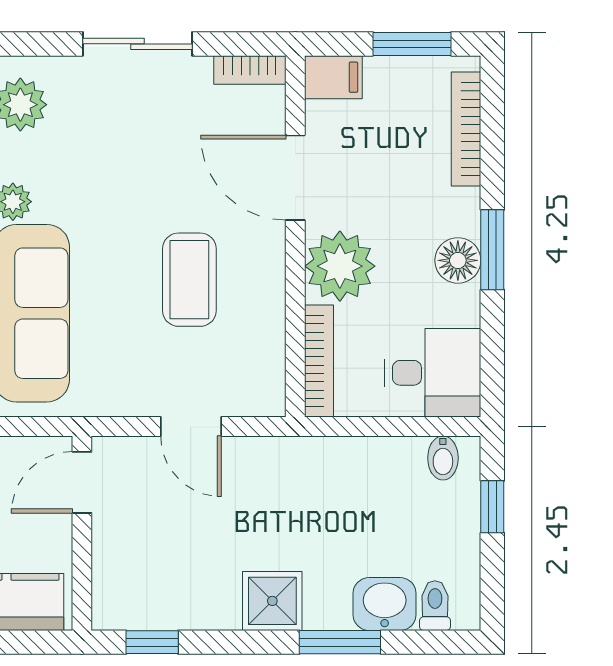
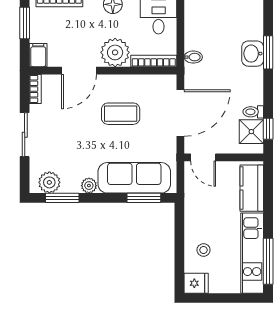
door: (191, 427) -> (180, 113), width x1.88
bidet: (443, 458) -> (193, 57), moved
shower: (272, 601) -> (251, 132), moved
washbasin: (385, 604) -> (253, 54), moved
toilet: (435, 606) -> (253, 112), moved

